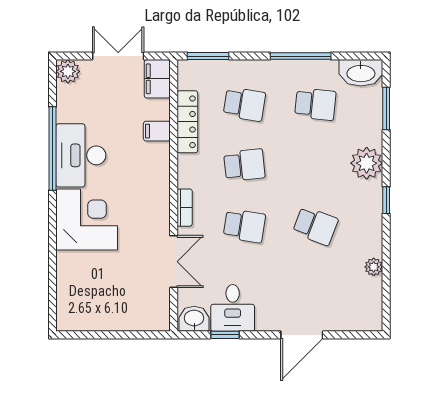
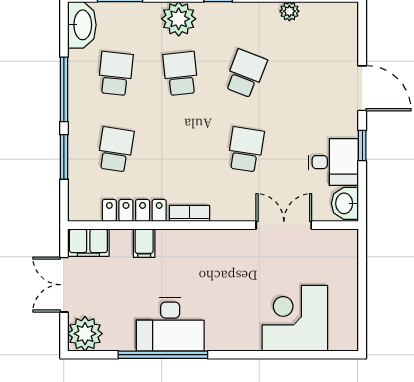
window: (208, 56) -> (64, 157), moved
plant: (68, 71) -> (85, 334), width x1.36, depth x1.36
school desk: (244, 165) -> (181, 74), moved
bookcase: (185, 208) -> (189, 213), moved
corner desk: (87, 220) -> (295, 318), moved
window: (225, 335) -> (362, 145), moved

